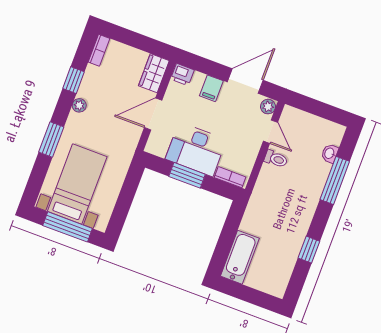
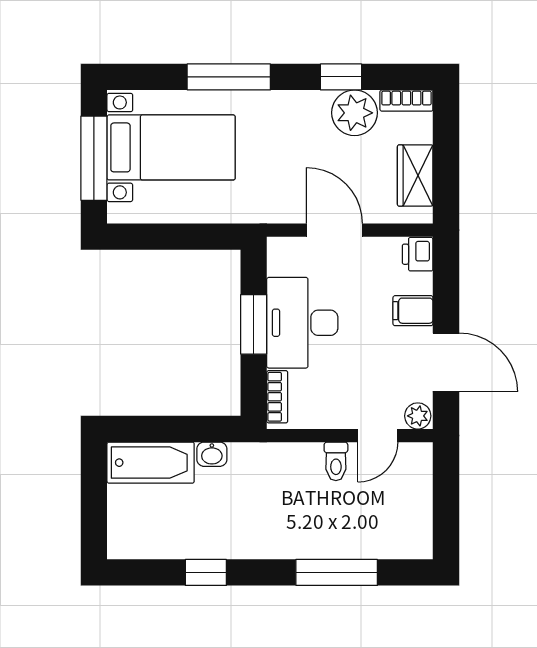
wardrobe: (154, 73) -> (415, 175), moved, turned -90
plant: (79, 105) -> (355, 113), moved, width x1.88, depth x1.88
window: (51, 140) -> (229, 77), width x1.44
washbasin: (330, 153) -> (212, 454), moved, turned 180

